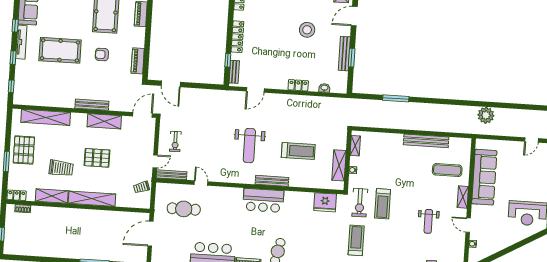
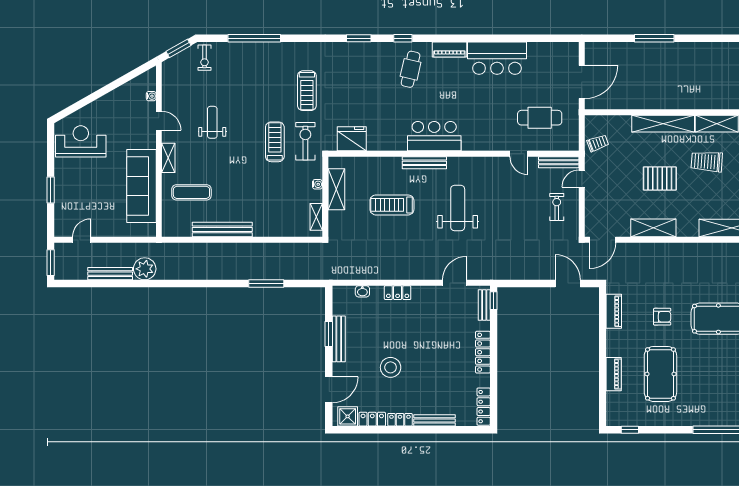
window: (228, 60) -> (494, 301), moved
bench: (92, 105) -> (110, 274), moved

